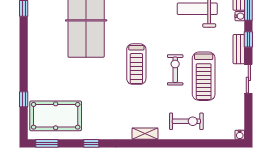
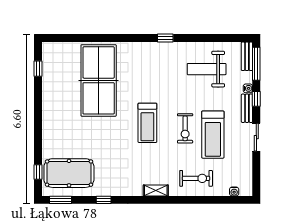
water cooler: (240, 16) -> (248, 88), moved
exercise bike: (175, 70) -> (185, 128), turned 180
window: (24, 99) -> (38, 172), moved
water cooler: (240, 135) -> (234, 191), moved

